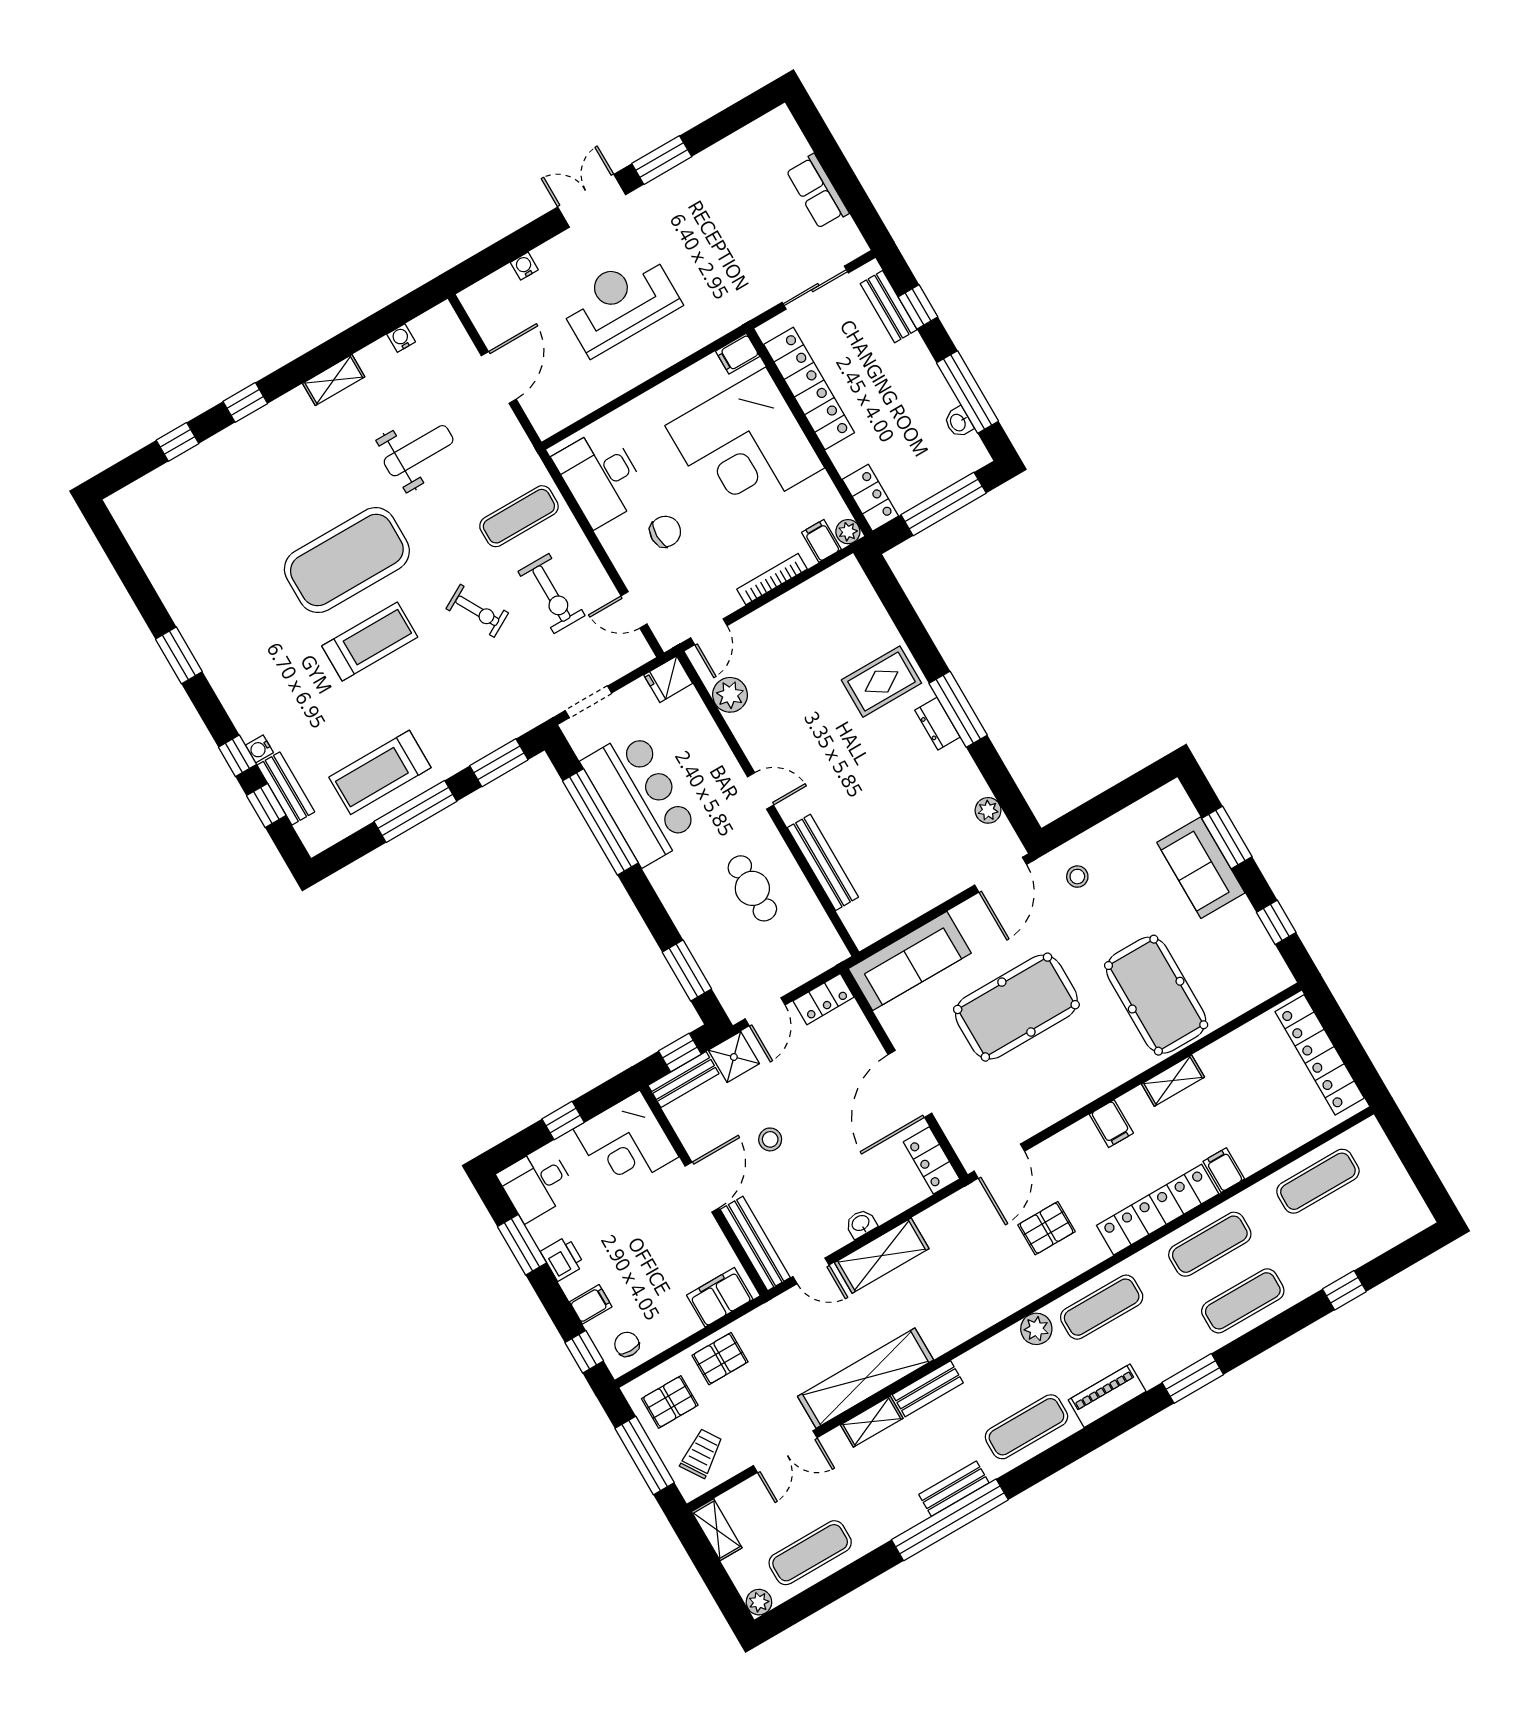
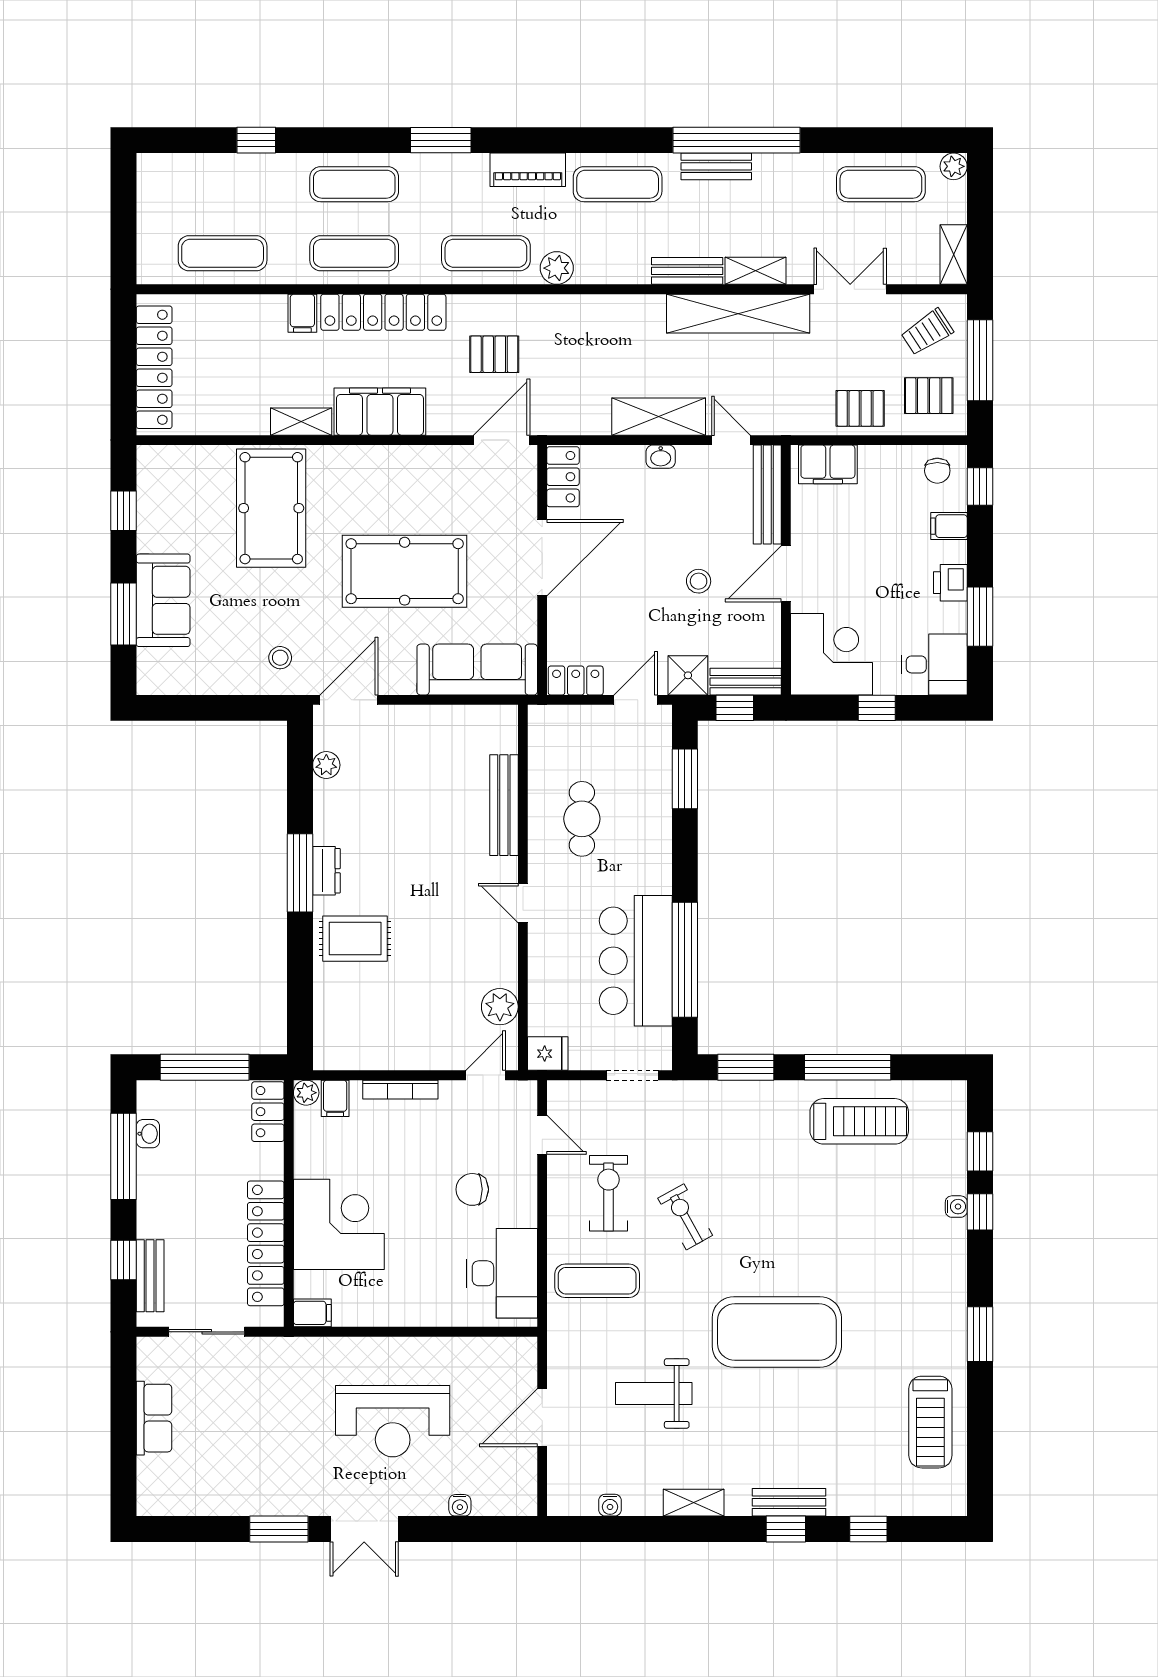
corner desk: (745, 447) -> (339, 1224), width x0.74, depth x0.74
treadmill: (370, 642) -> (930, 1422), moved, turned -90
bench: (286, 788) -> (789, 1502), moved, turned 90
filing cabinet: (1111, 1124) -> (380, 412), width x3.00, depth x1.17

